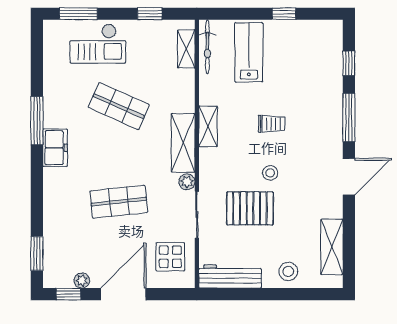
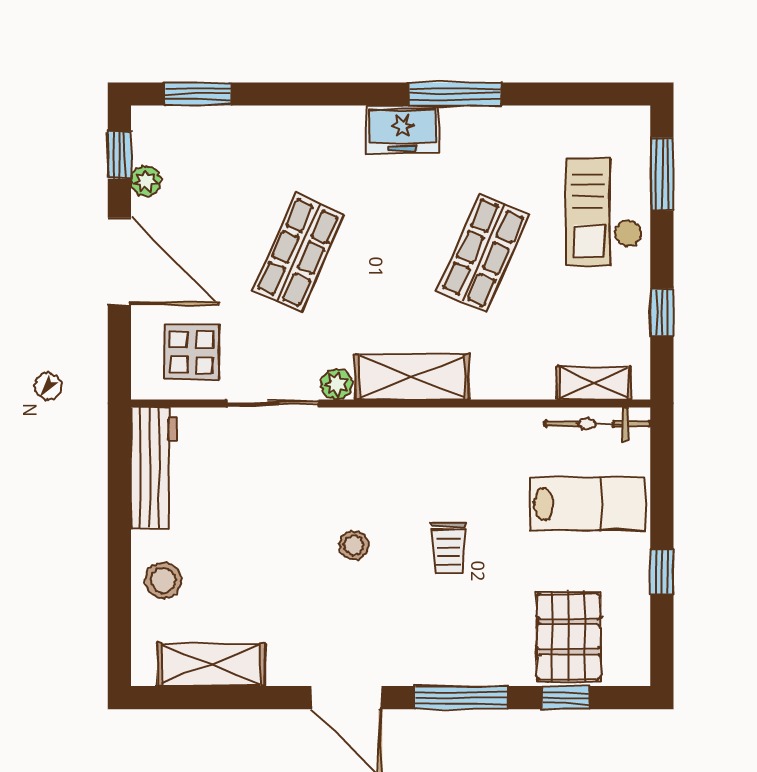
shelving: (208, 126) -> (444, 425), removed
shop shelf: (119, 202) -> (298, 253), turned 30
pallet: (250, 208) -> (569, 637), moved

